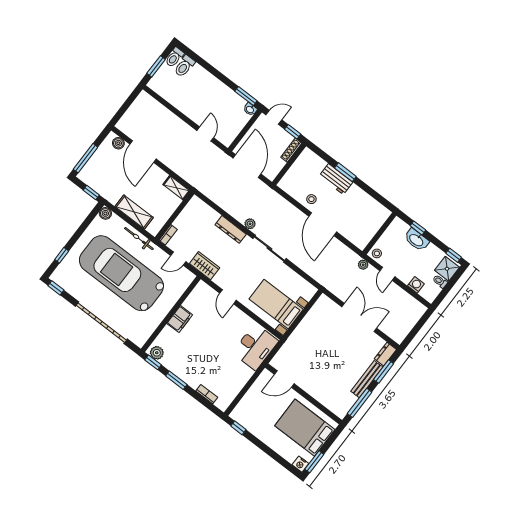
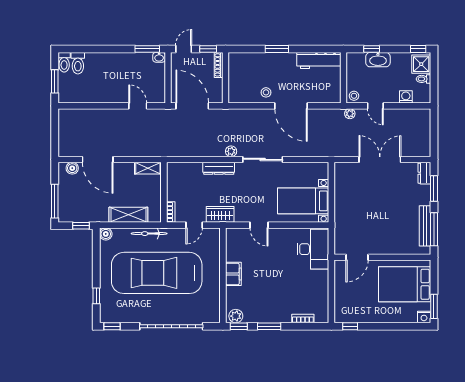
workbench: (336, 179) -> (319, 60), moved, width x1.38
bench: (367, 379) -> (425, 226), moved

